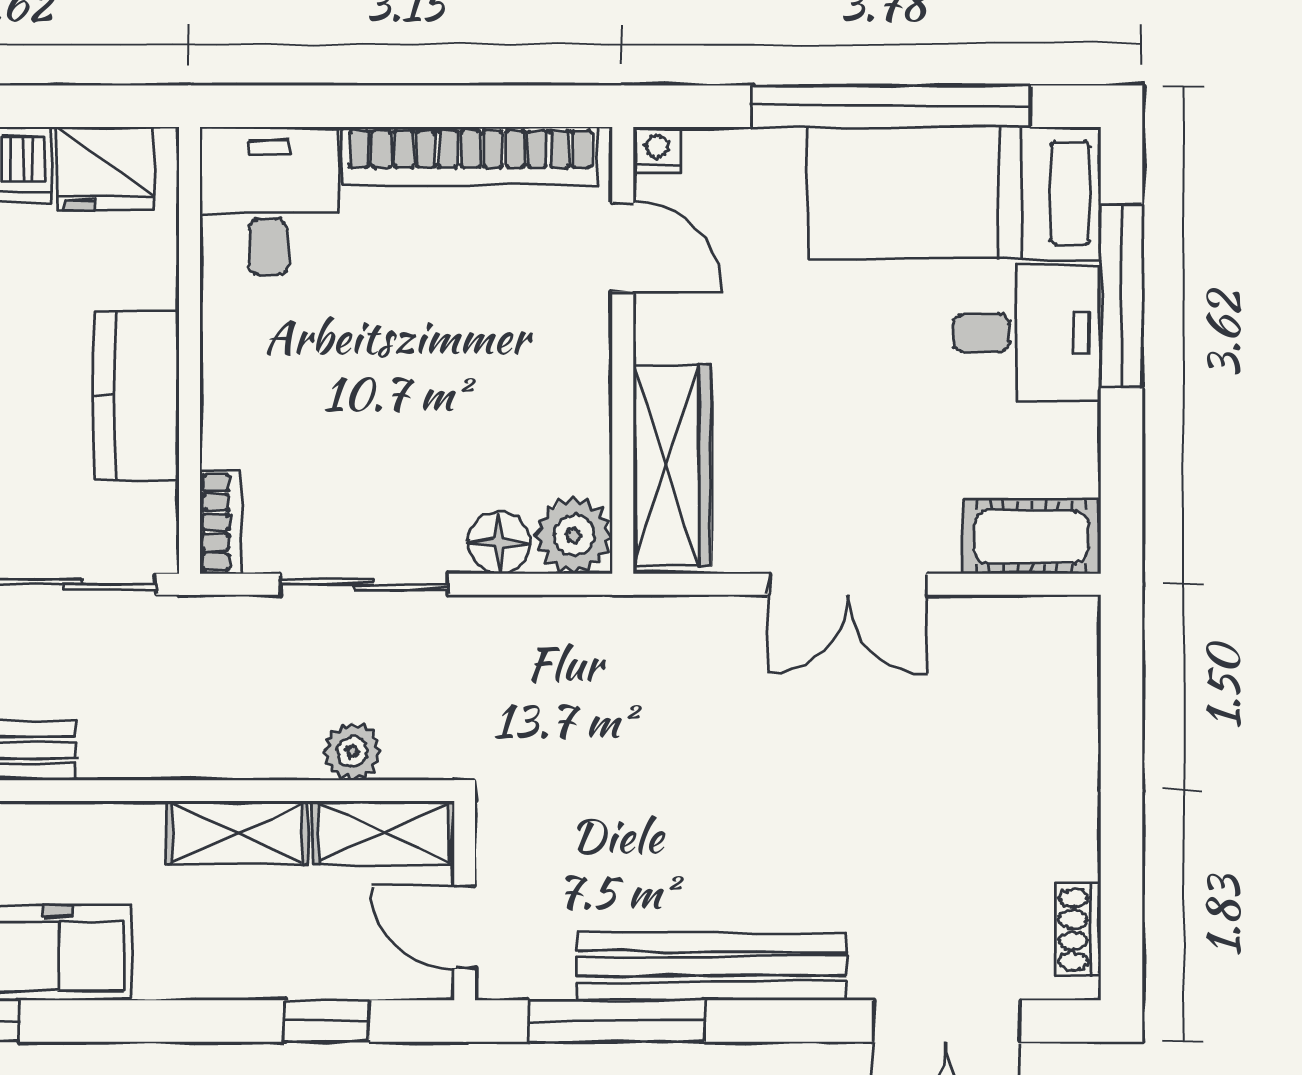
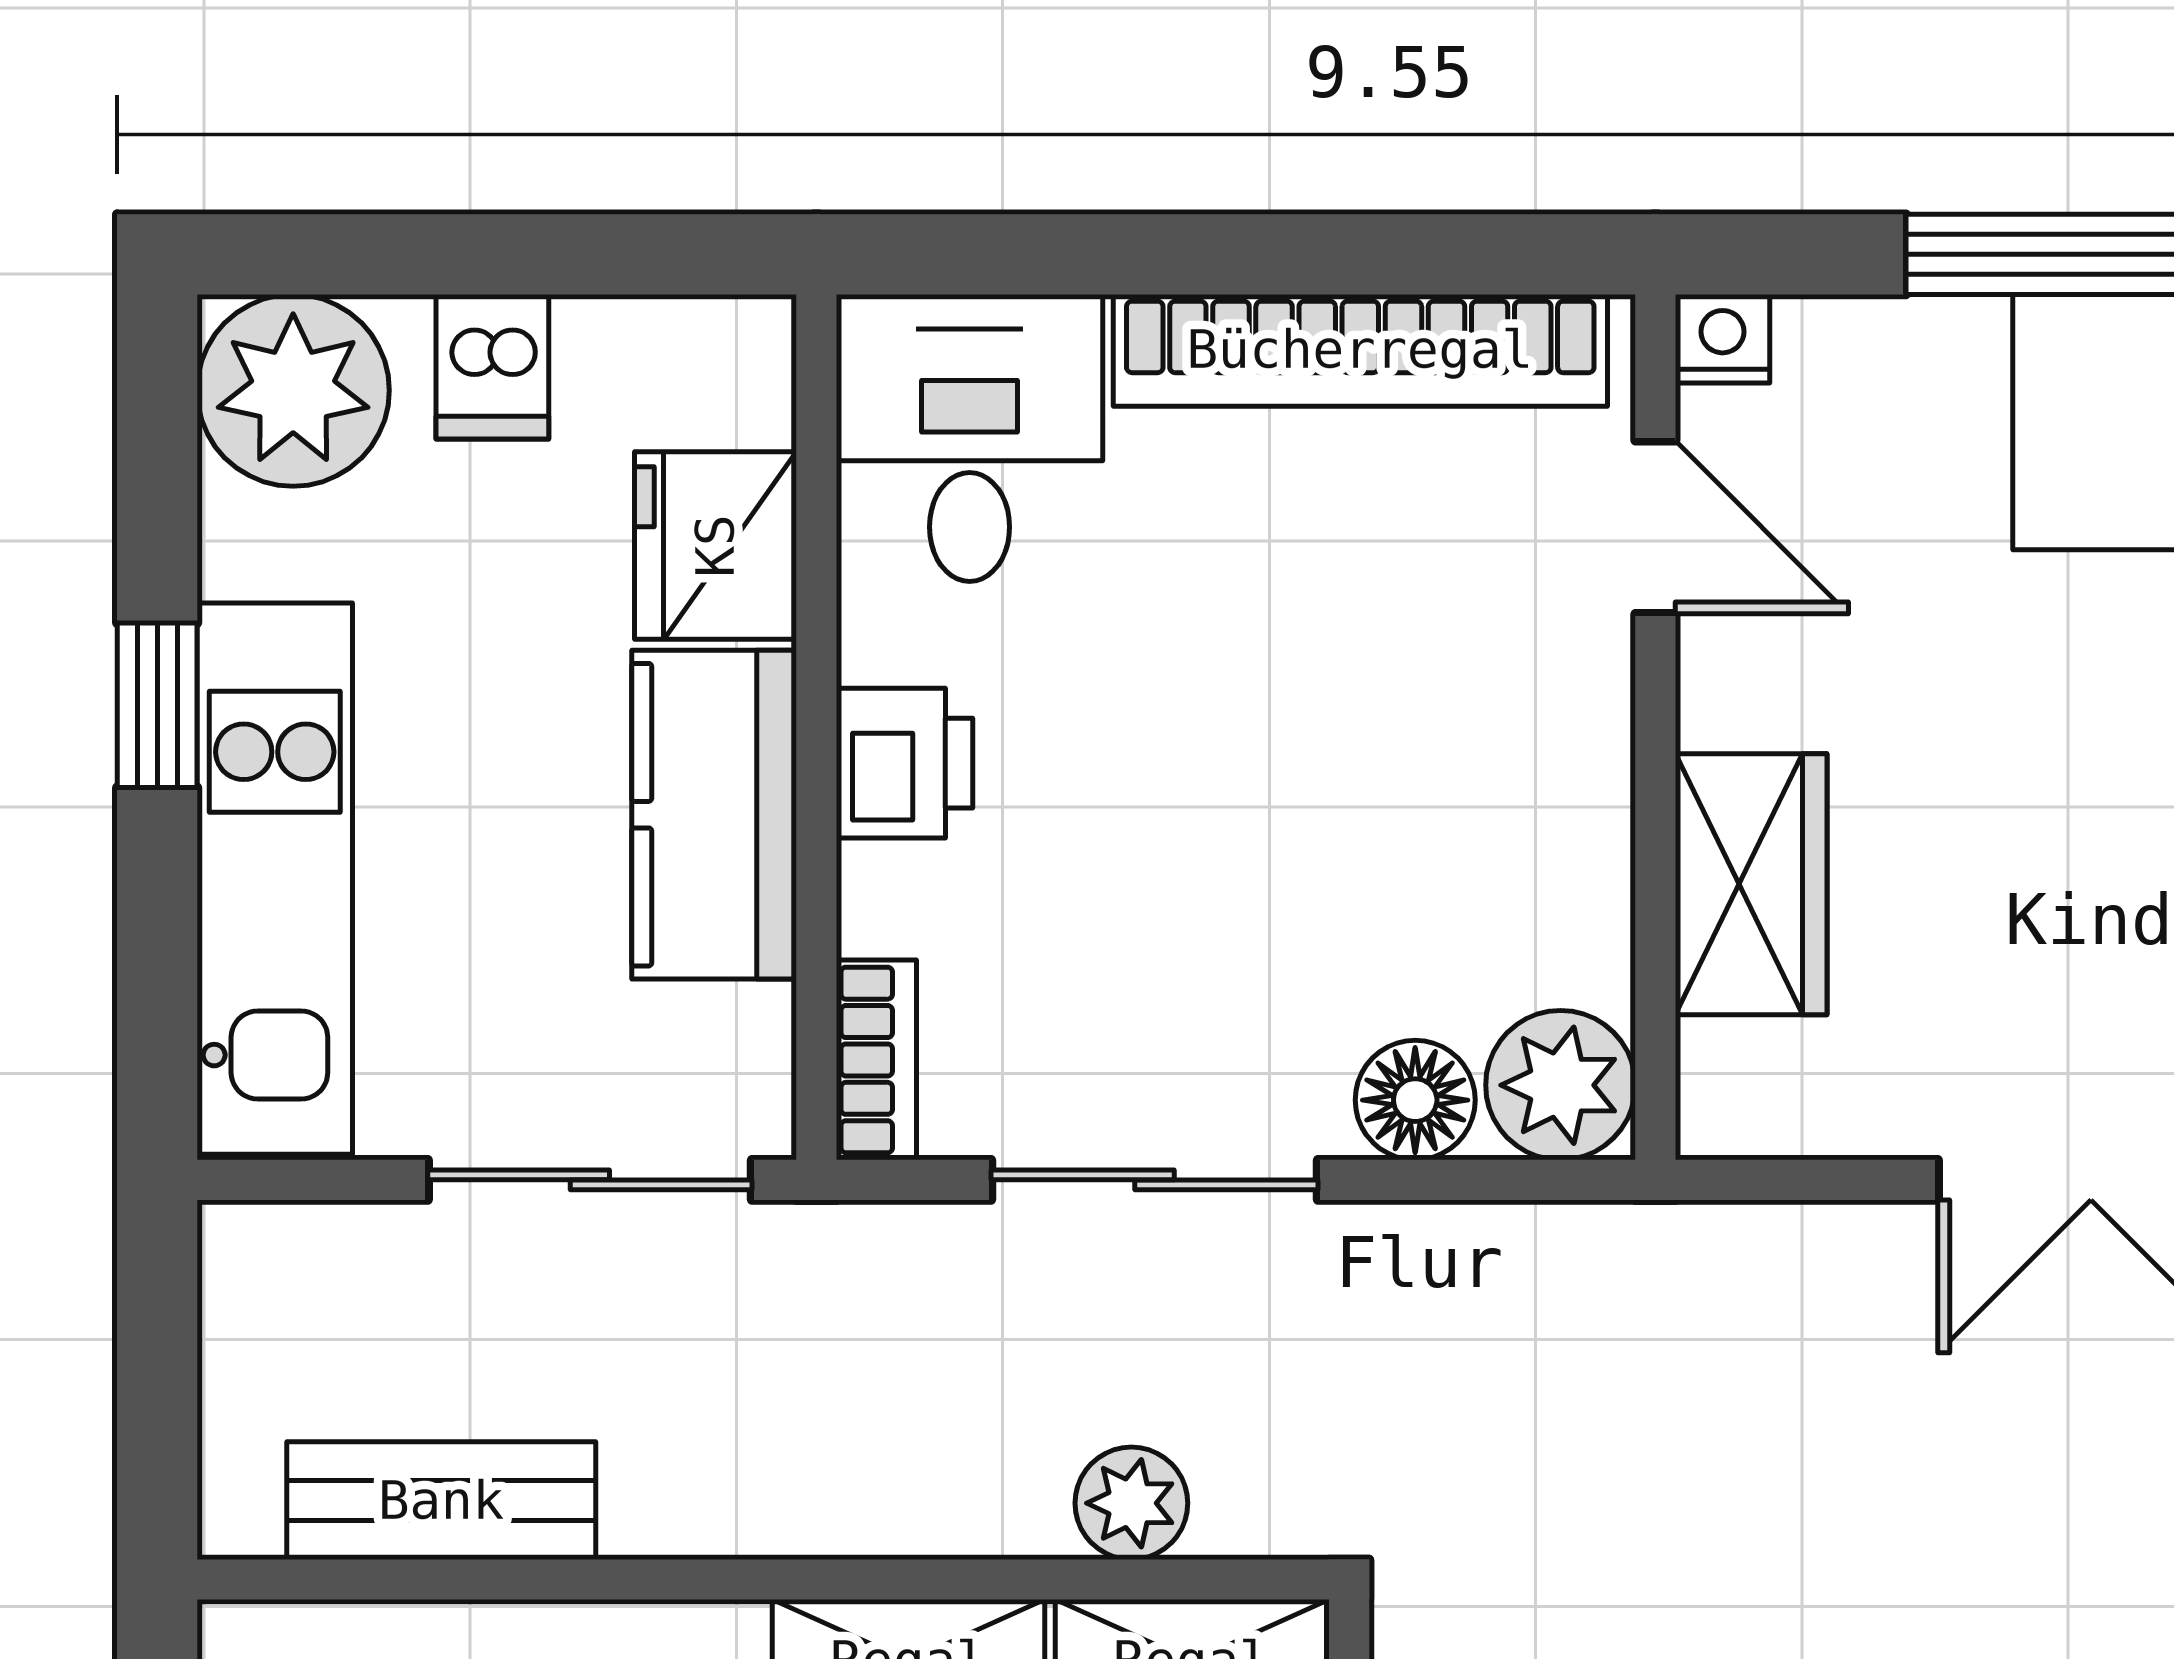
fridge: (105, 169) -> (716, 546), moved, turned 90
printer: (235, 369) -> (904, 763), added
wardrobe: (672, 465) -> (1751, 884), width x0.67

